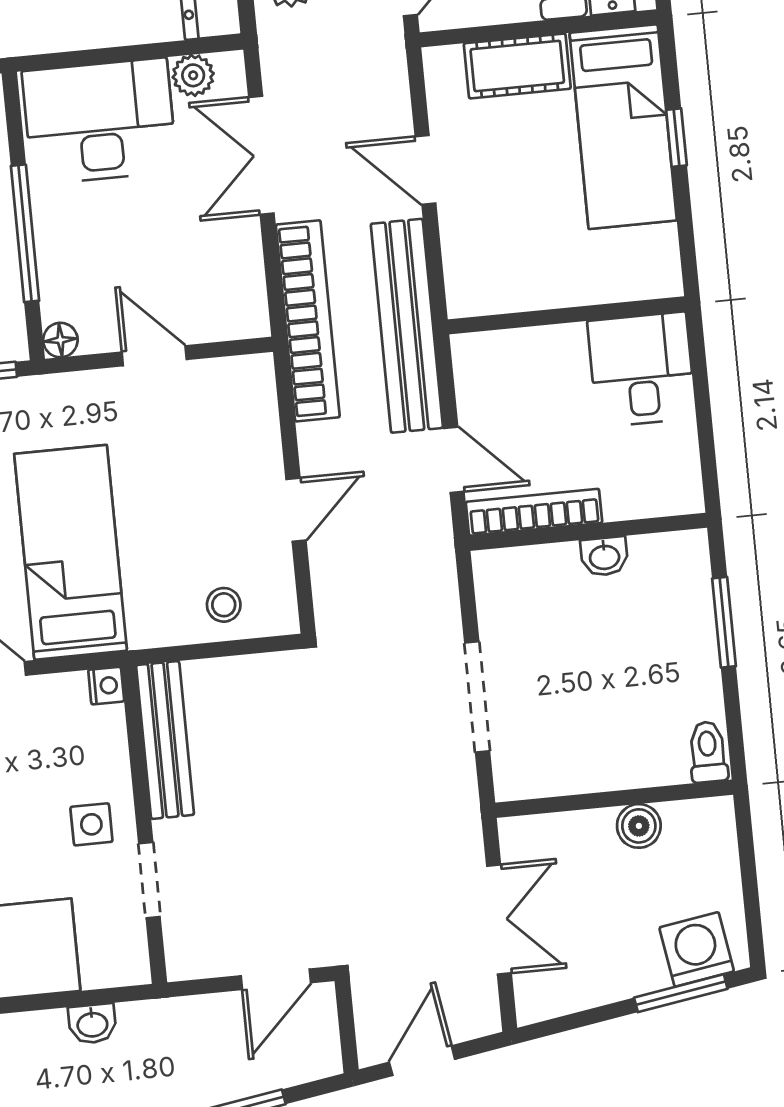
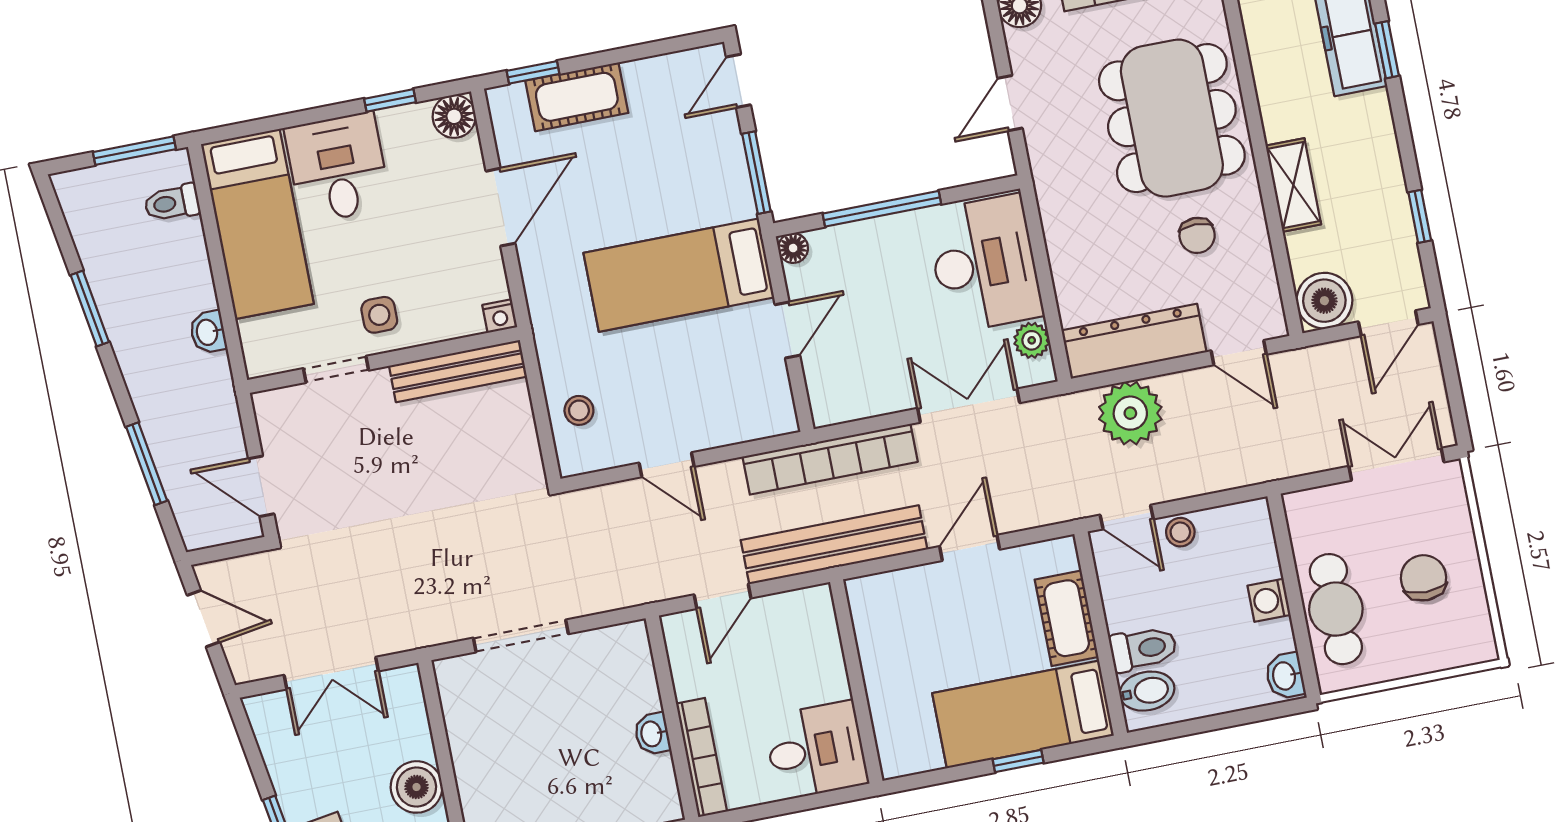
bookcase: (534, 512) -> (701, 757), moved
bed: (71, 552) -> (679, 275), moved, turned 180
boiler: (639, 826) -> (416, 787), width x1.36, depth x1.36

